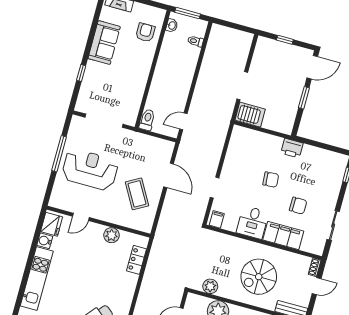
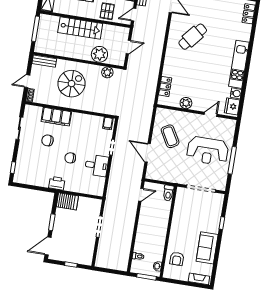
server rack: (250, 115) -> (67, 201), moved, turned 180
desk: (253, 222) -> (97, 165), moved, turned 90

